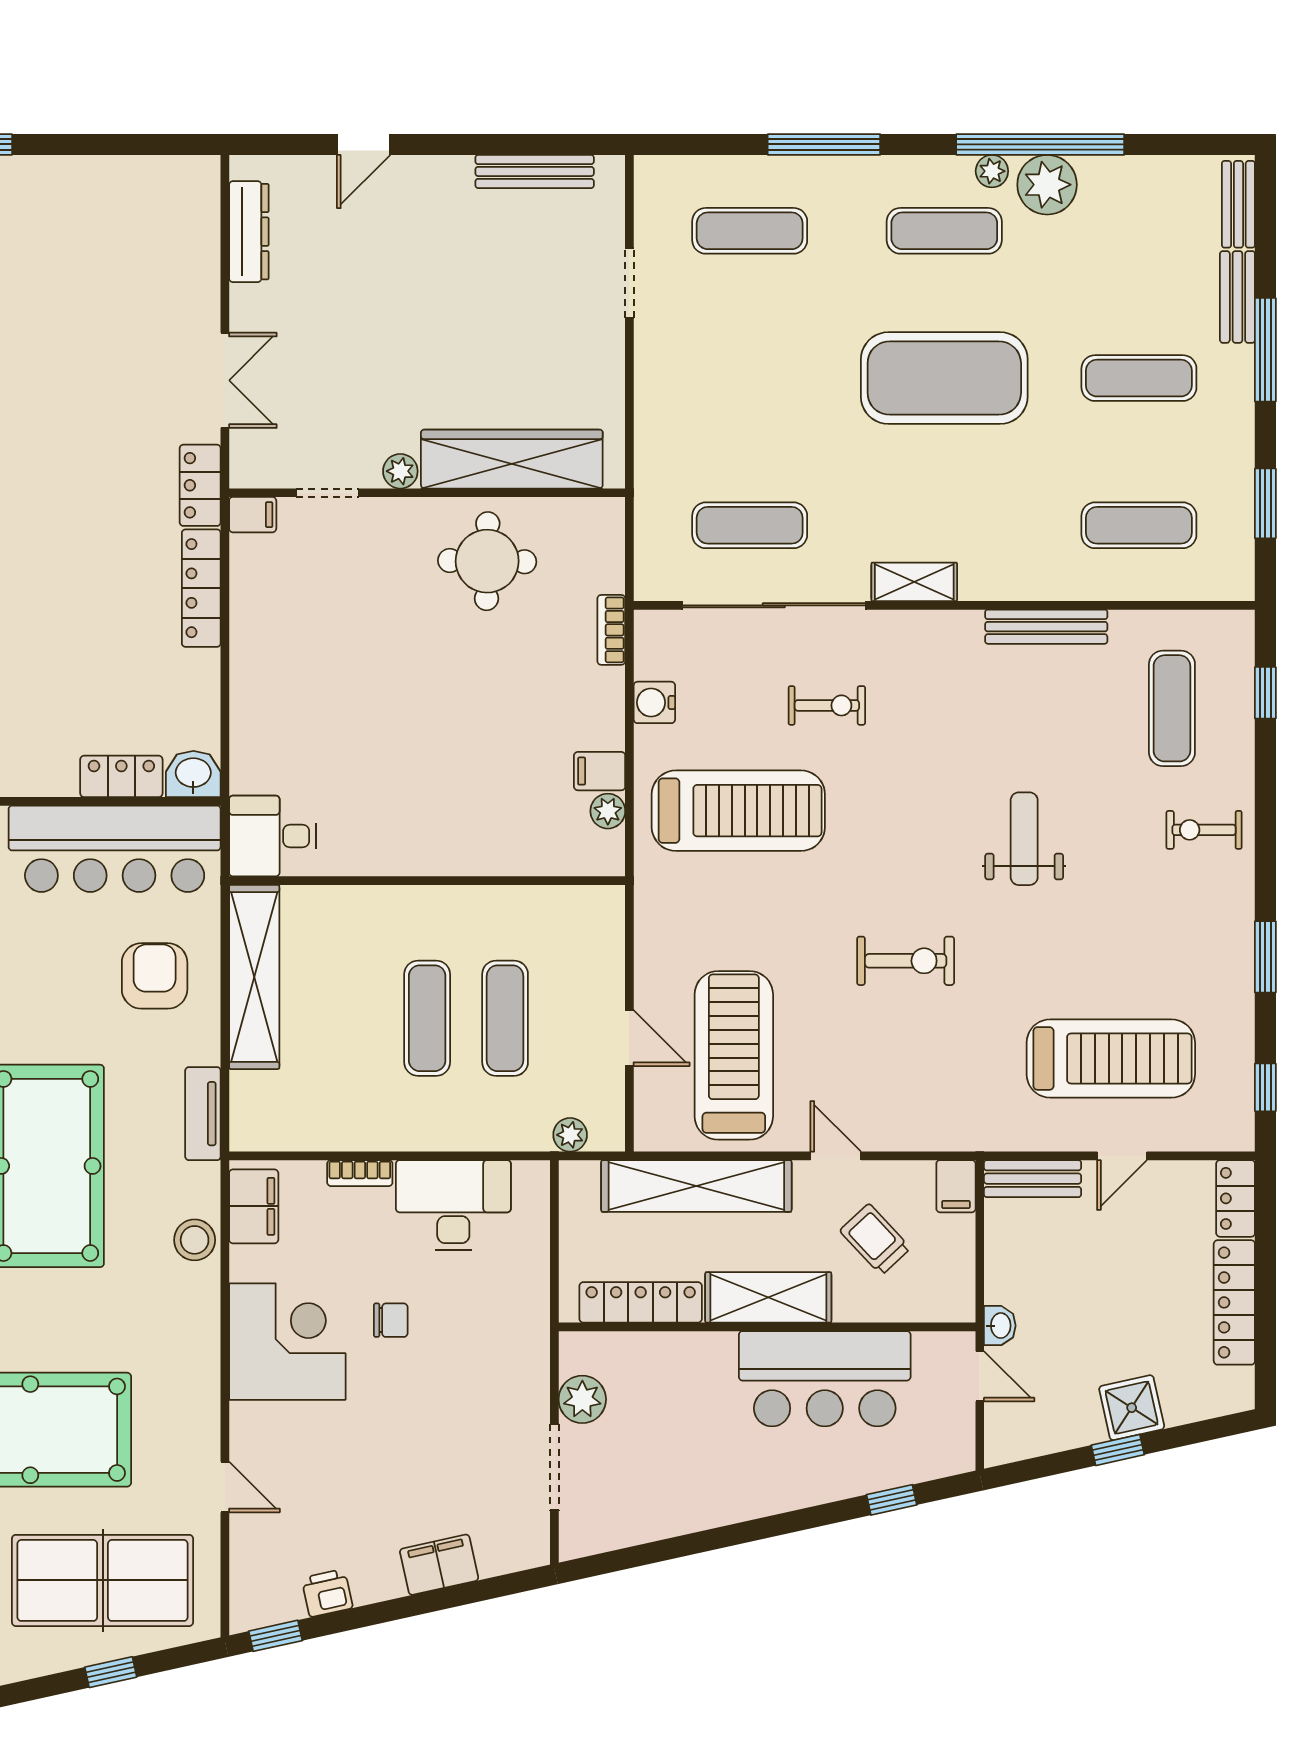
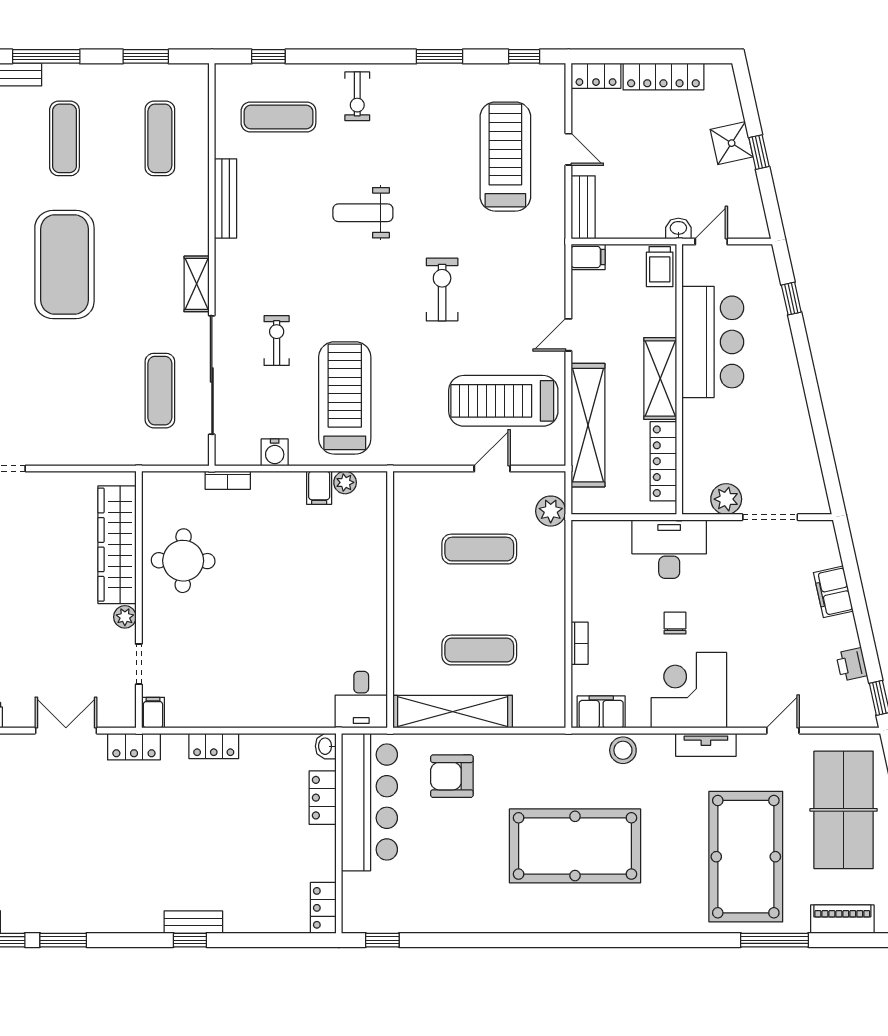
locker: (201, 588) -> (214, 746), width x0.66
washbasin: (193, 774) -> (326, 746), width x0.72, depth x0.69
exercise mat: (427, 1018) -> (479, 650), moved
tv unit: (203, 1114) -> (706, 745), moved
plant: (570, 1135) -> (551, 511), width x1.38, depth x1.38
desk: (453, 1205) -> (669, 549), moved, turned 90
trolley: (875, 1239) -> (660, 267), moved, turned -47

